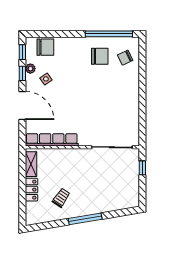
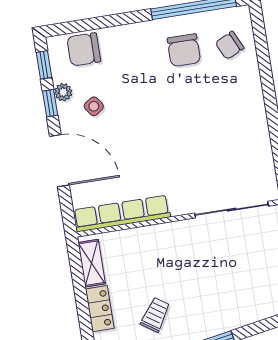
chair: (45, 47) -> (84, 49), turned 180
chair: (100, 56) -> (184, 50), turned 90

